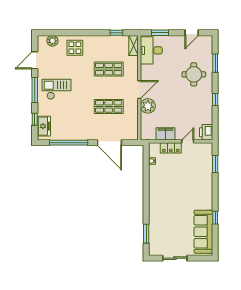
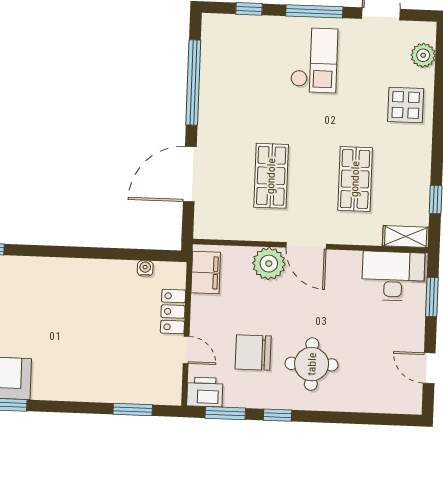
window: (215, 63) -> (225, 413), moved
round table: (194, 74) -> (312, 364), moved
chair: (188, 111) -> (253, 352), added
freezer: (44, 126) -> (232, 29), removed
filing cabinet: (166, 134) -> (206, 273), moved

